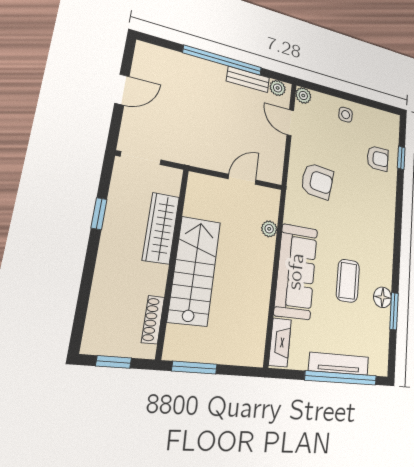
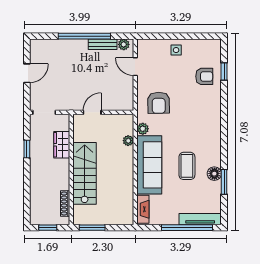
plant: (303, 95) -> (143, 129), moved
door: (242, 179) -> (92, 112), moved
armchair: (317, 181) -> (159, 103), turned 82
wardrobe: (161, 228) -> (62, 145), width x0.67
tv unit: (339, 364) -> (200, 219), moved

